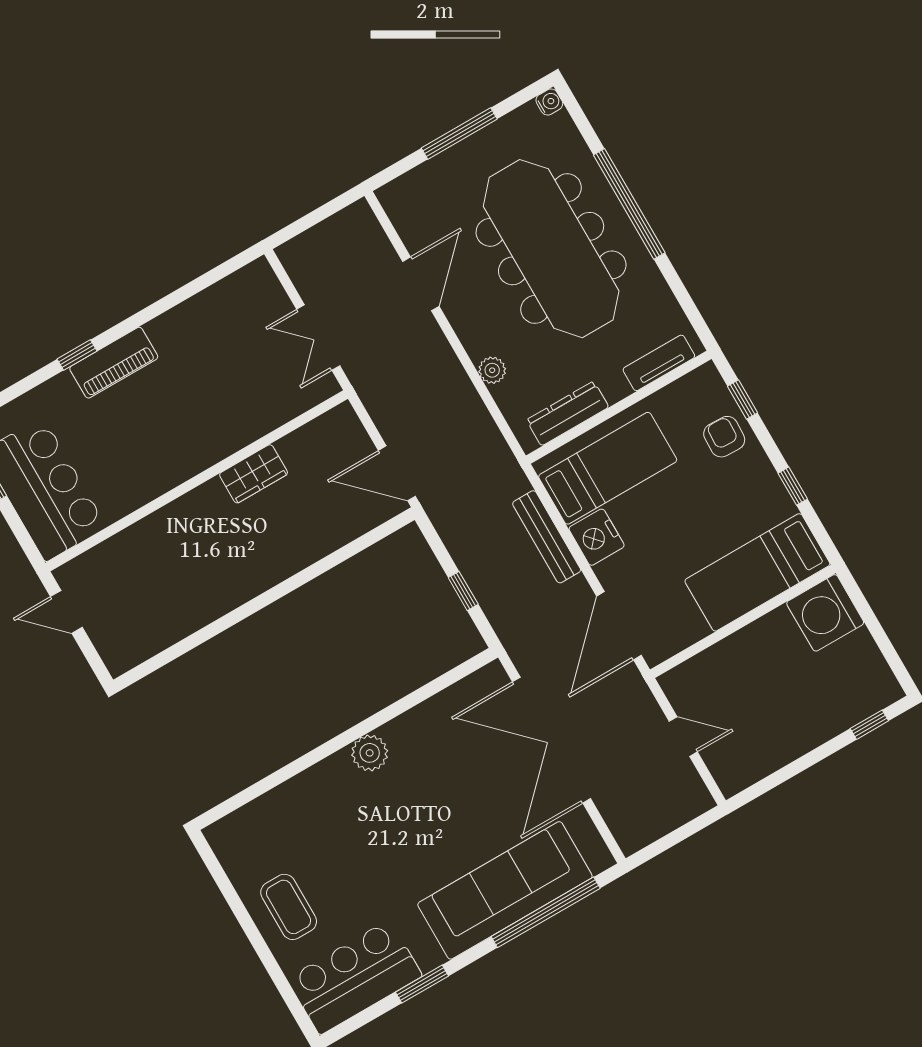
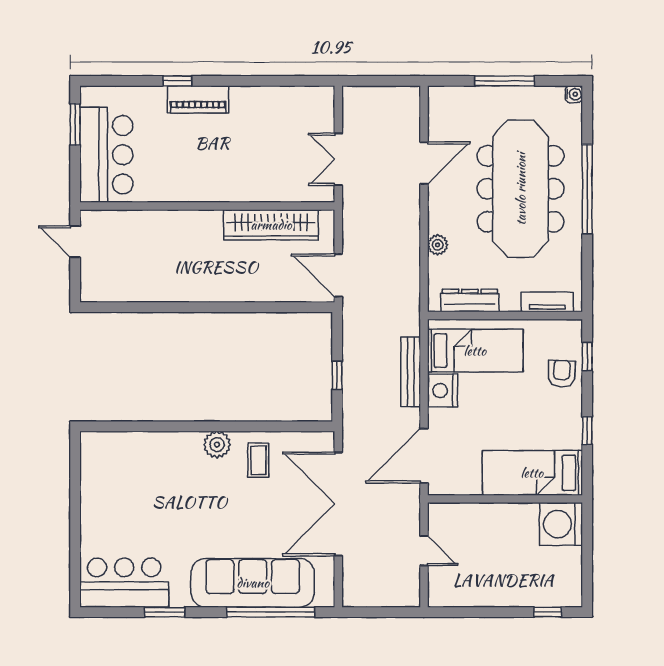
wardrobe: (254, 474) -> (271, 225), width x2.10, depth x1.17
coffee table: (289, 907) -> (258, 460), moved, width x0.73, depth x0.77

